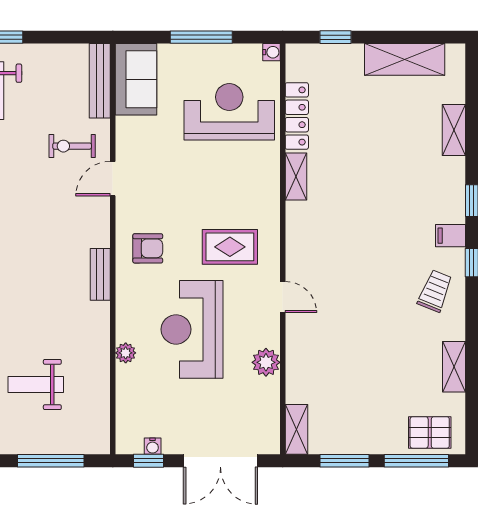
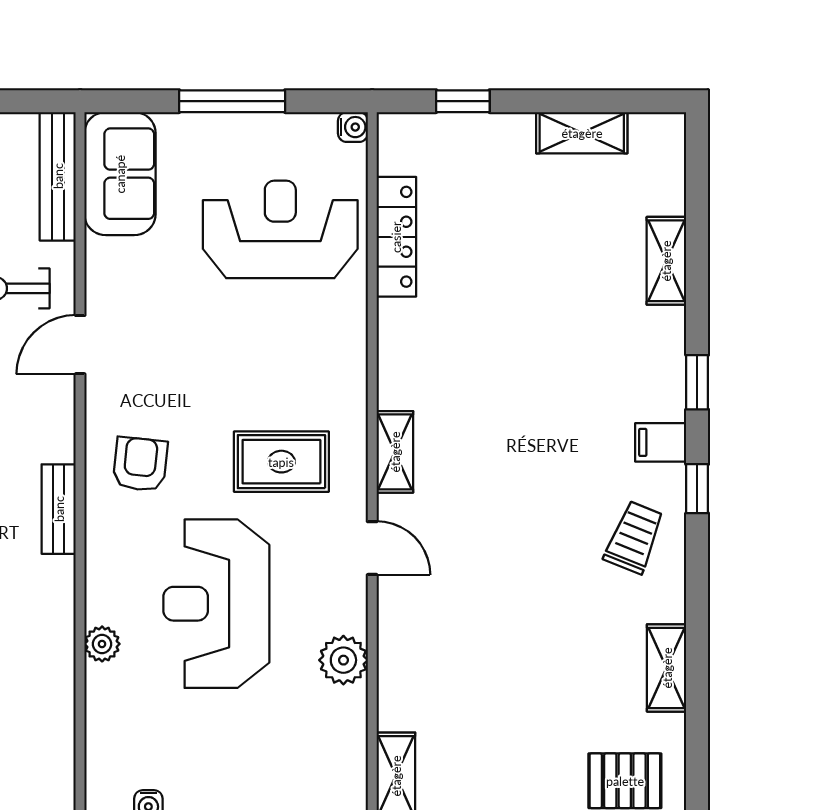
shelving: (405, 59) -> (582, 133), width x0.67, depth x0.75
shelving: (296, 177) -> (395, 452), moved
armchair: (148, 248) -> (140, 464), turned -84

